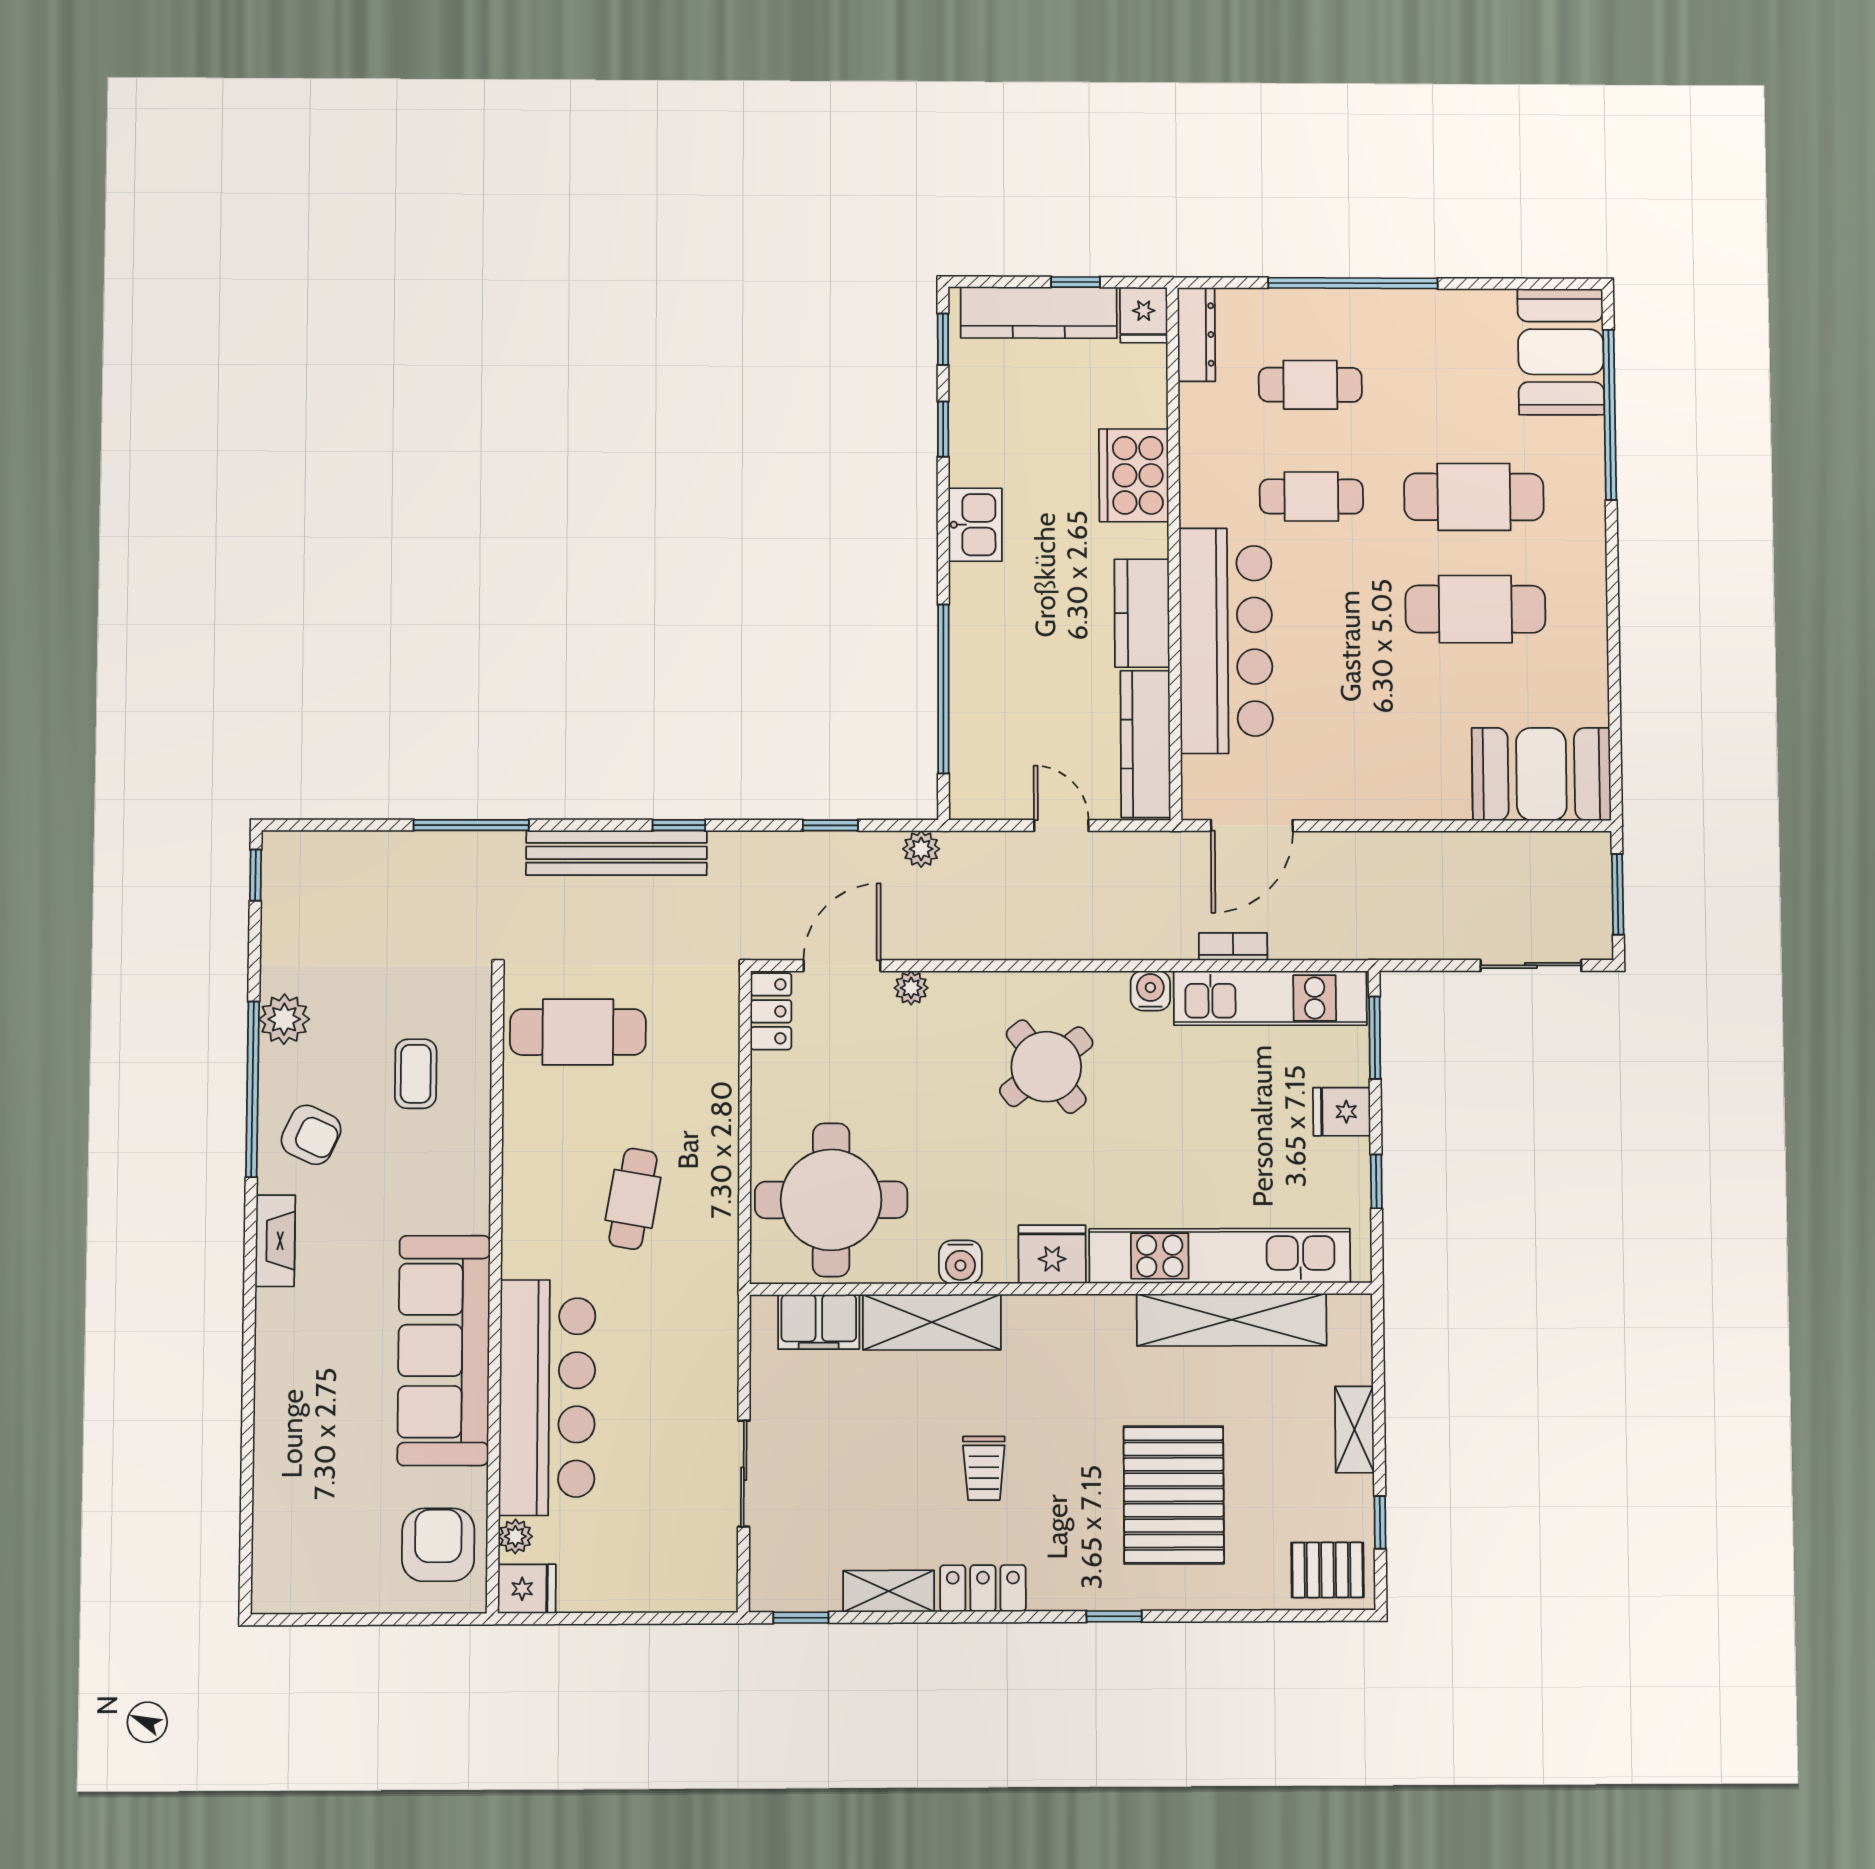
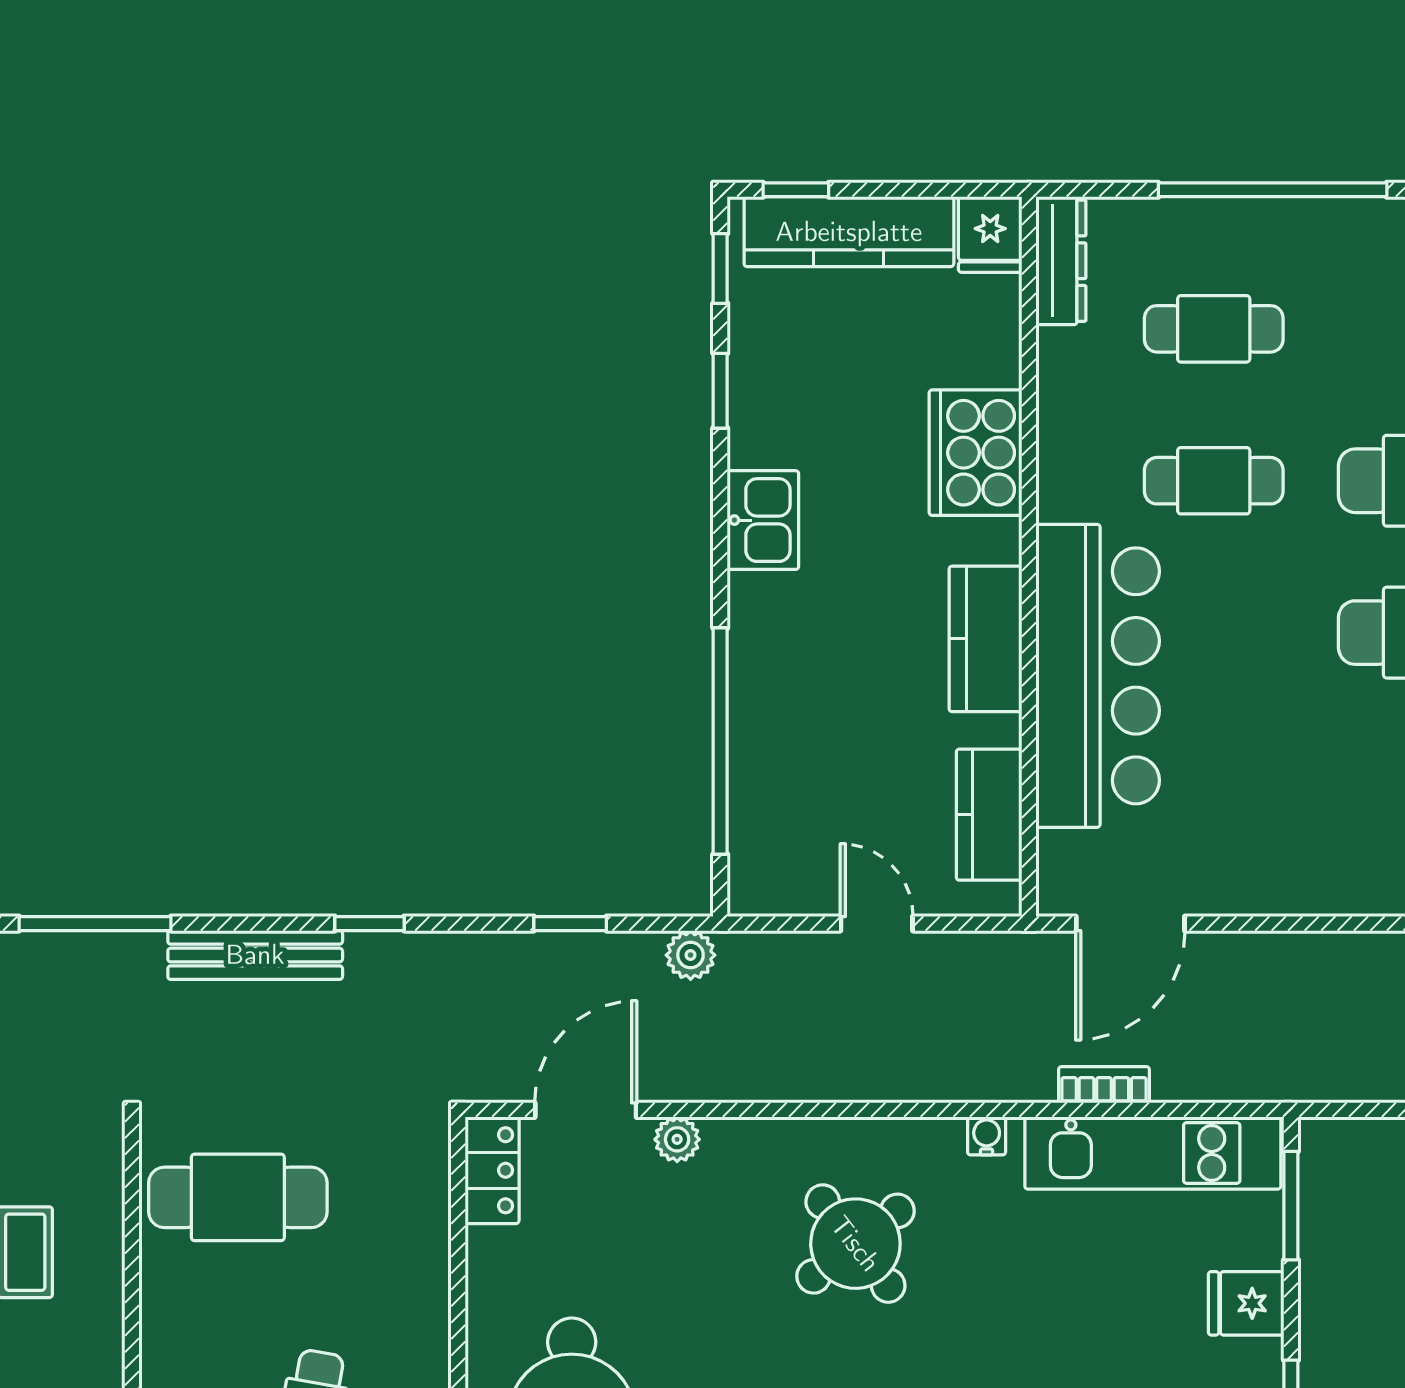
window: (1076, 282) -> (796, 190), moved
kitchen counter: (1145, 744) -> (989, 815), width x0.67
bench: (616, 853) -> (255, 955), width x0.73, depth x0.82
water cooler: (1150, 991) -> (987, 1136), width x0.72, depth x0.72

